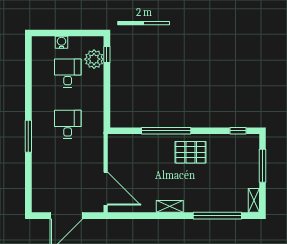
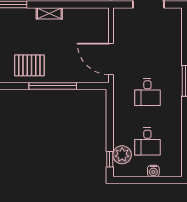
door: (106, 189) -> (111, 59), moved

